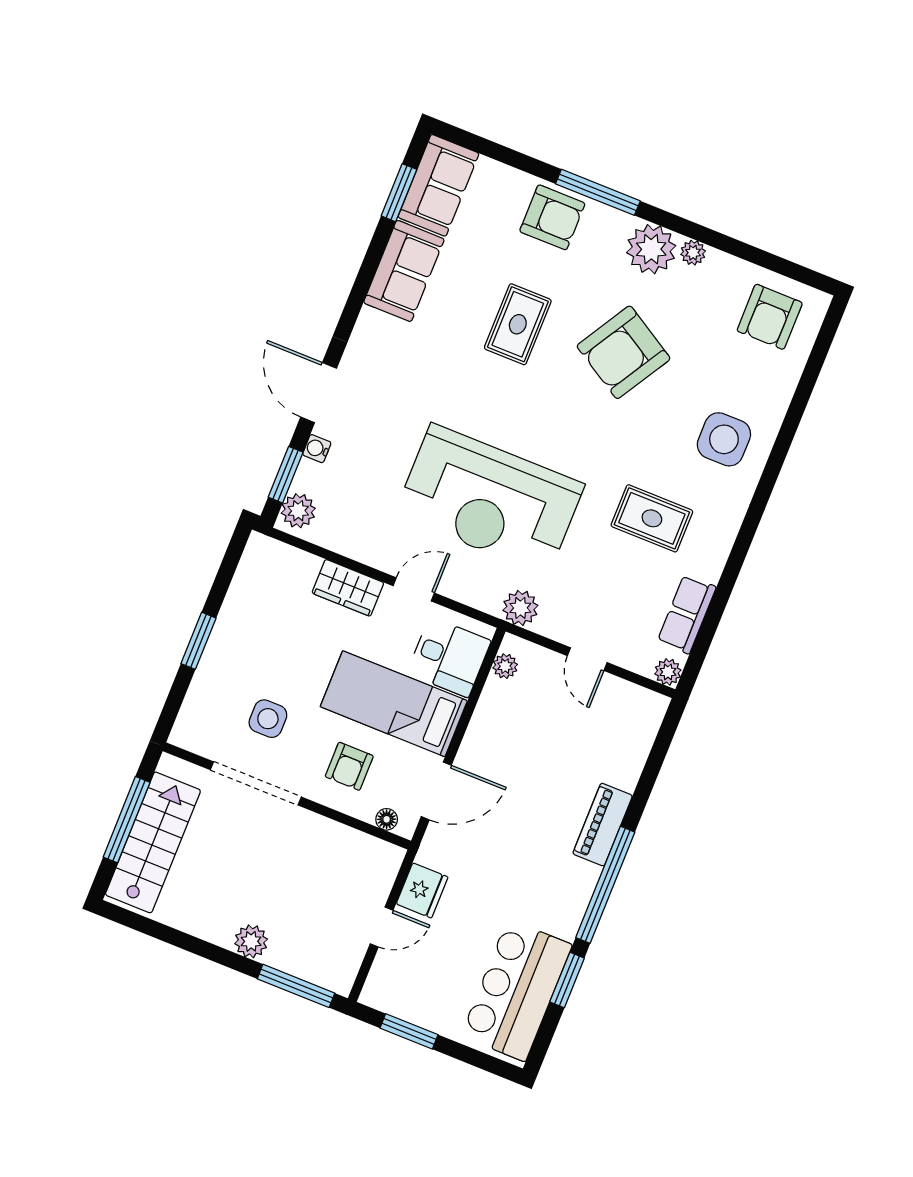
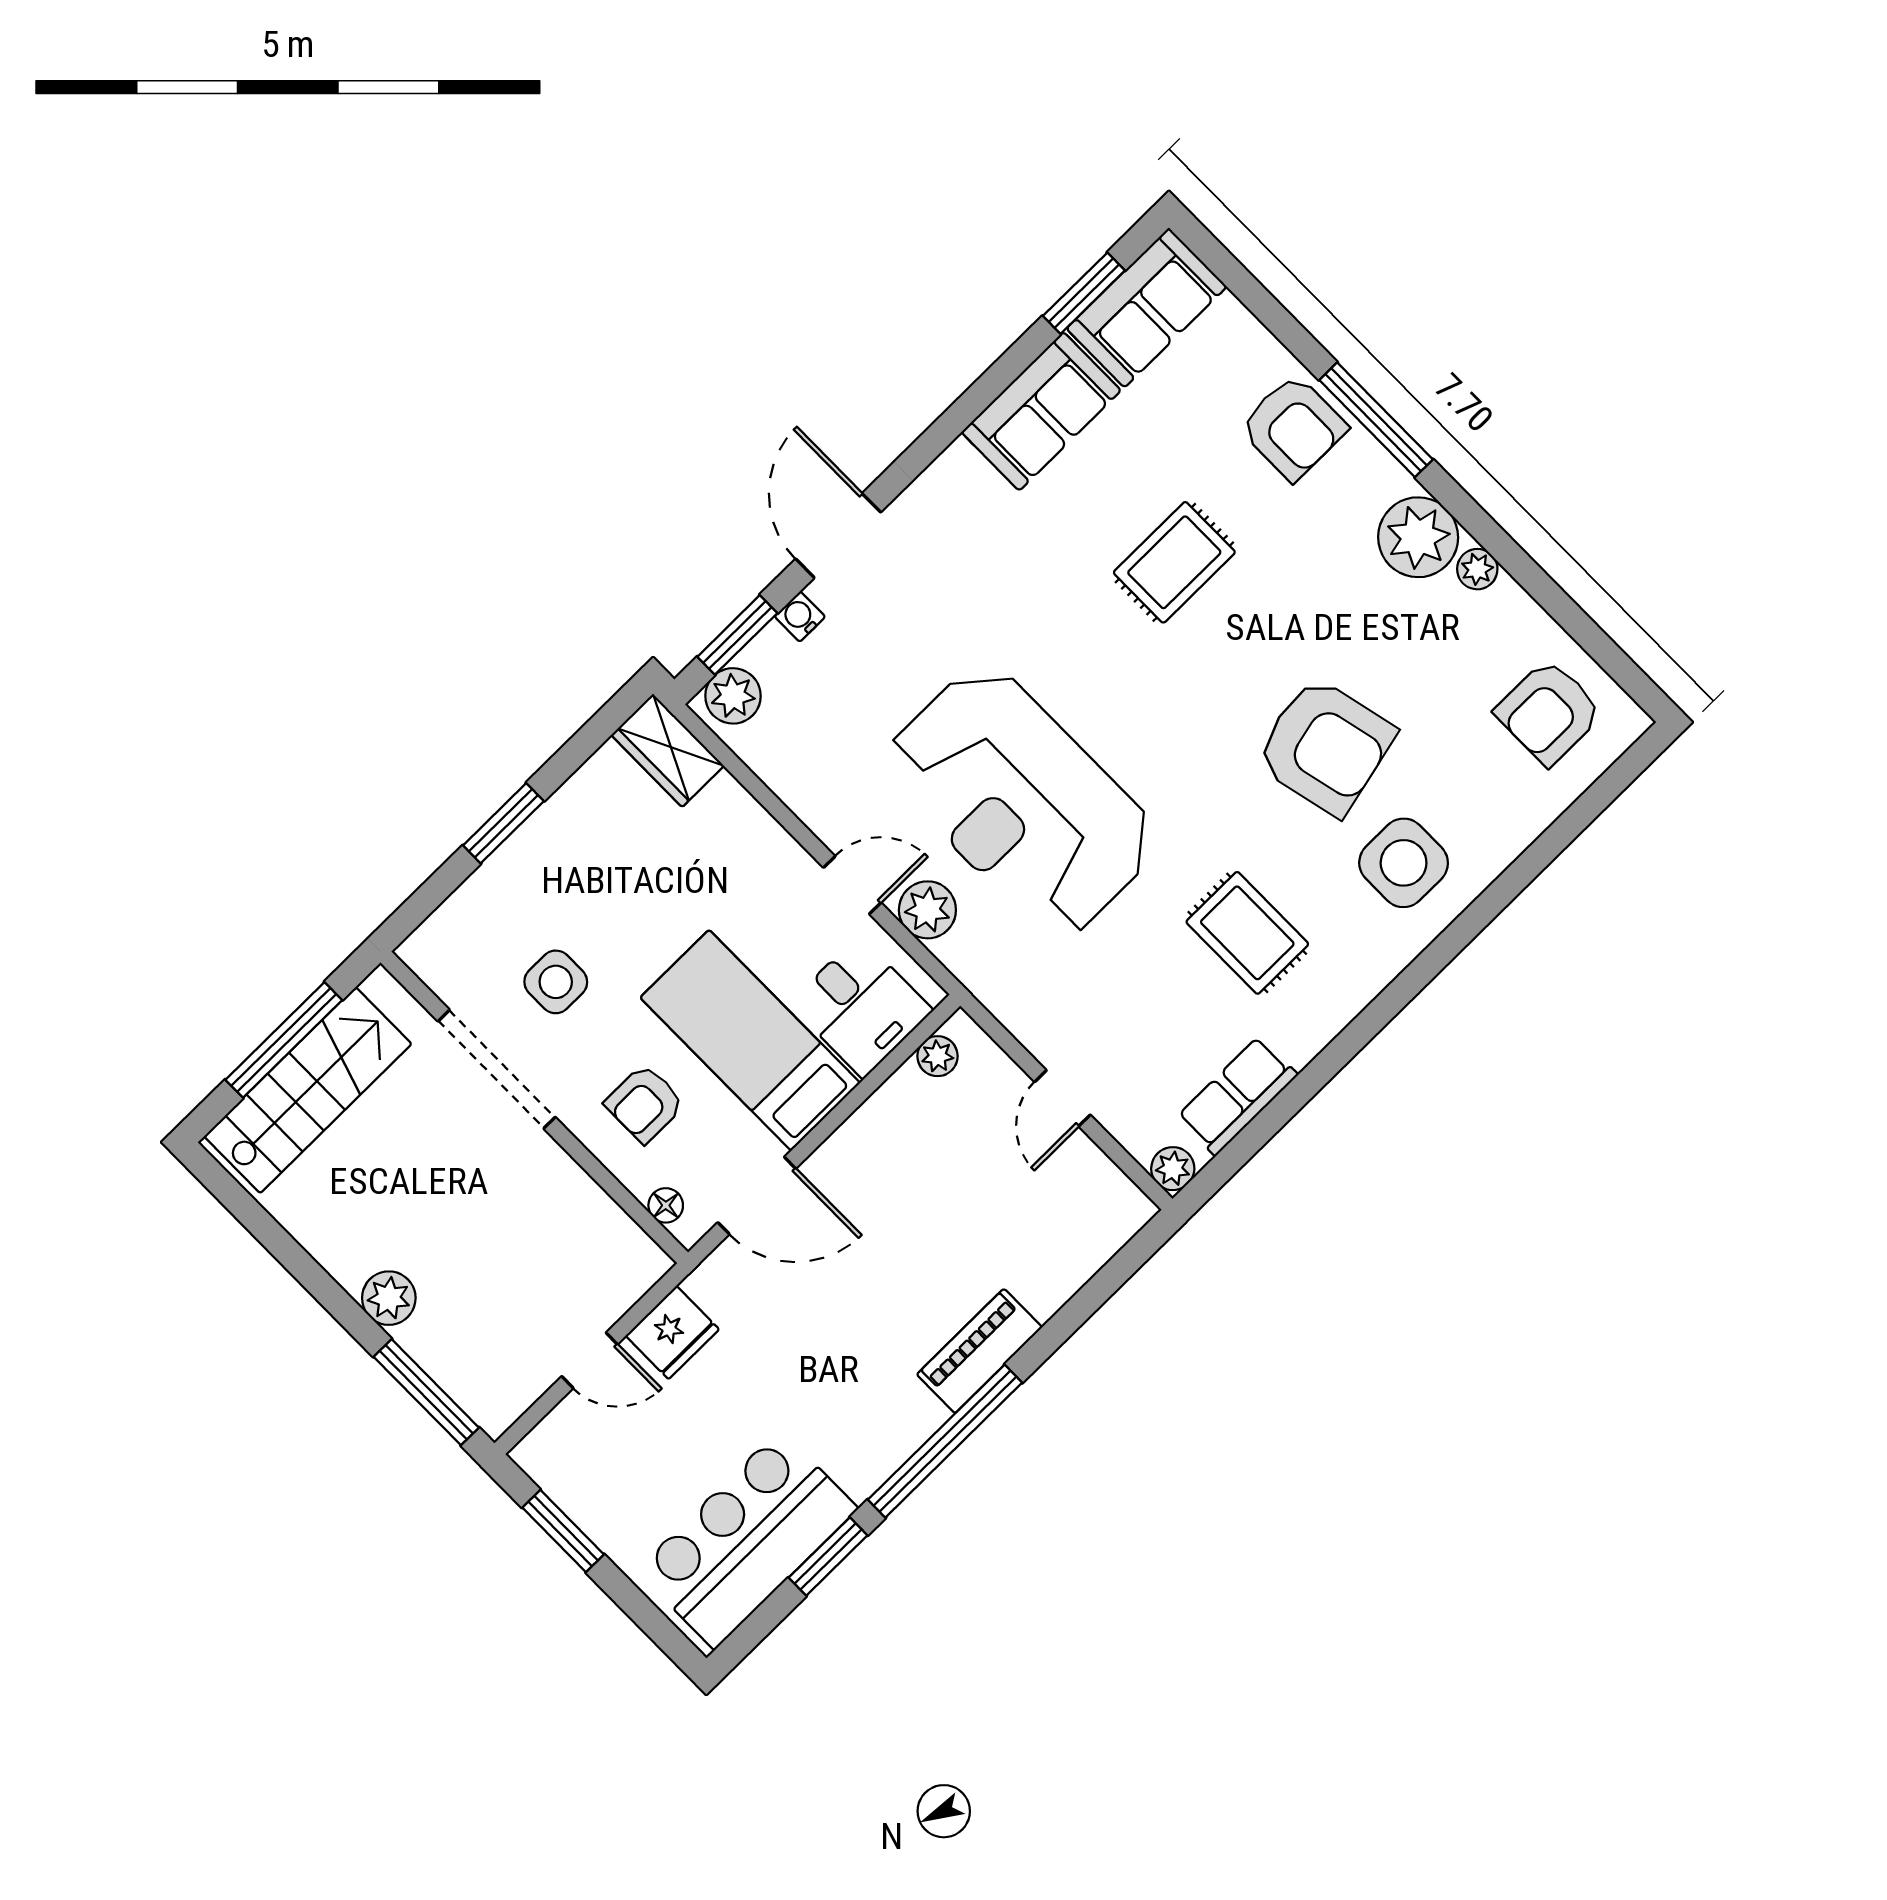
armchair: (623, 352) -> (1325, 746), moved, turned -134
wardrobe: (348, 588) -> (668, 750), moved
plant: (520, 608) -> (927, 910), moved

